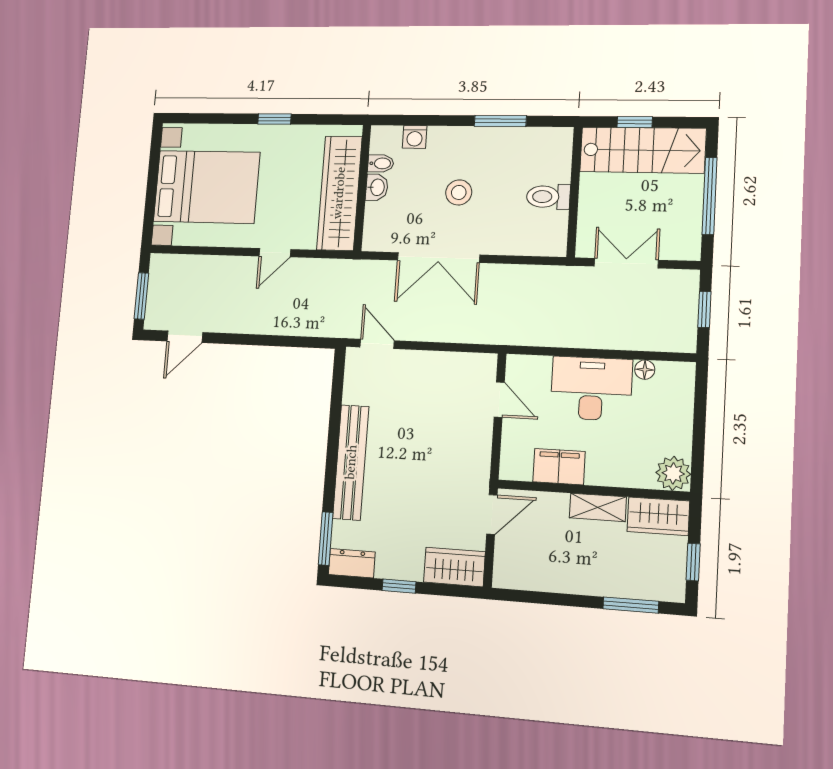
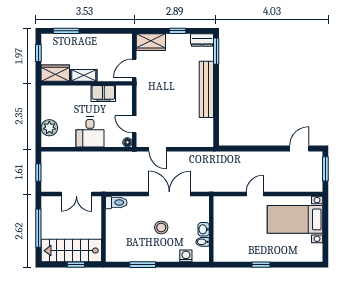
bed with nightstands: (207, 187) -> (295, 219), width x0.73
wardrobe: (339, 193) -> (223, 226), removed
toilet: (548, 197) -> (116, 203), moved
door: (377, 344) -> (158, 149), moved
floor lamp: (645, 370) -> (127, 142), moved
desk: (591, 388) -> (90, 132), width x0.73
plant: (673, 473) -> (49, 128), moved

